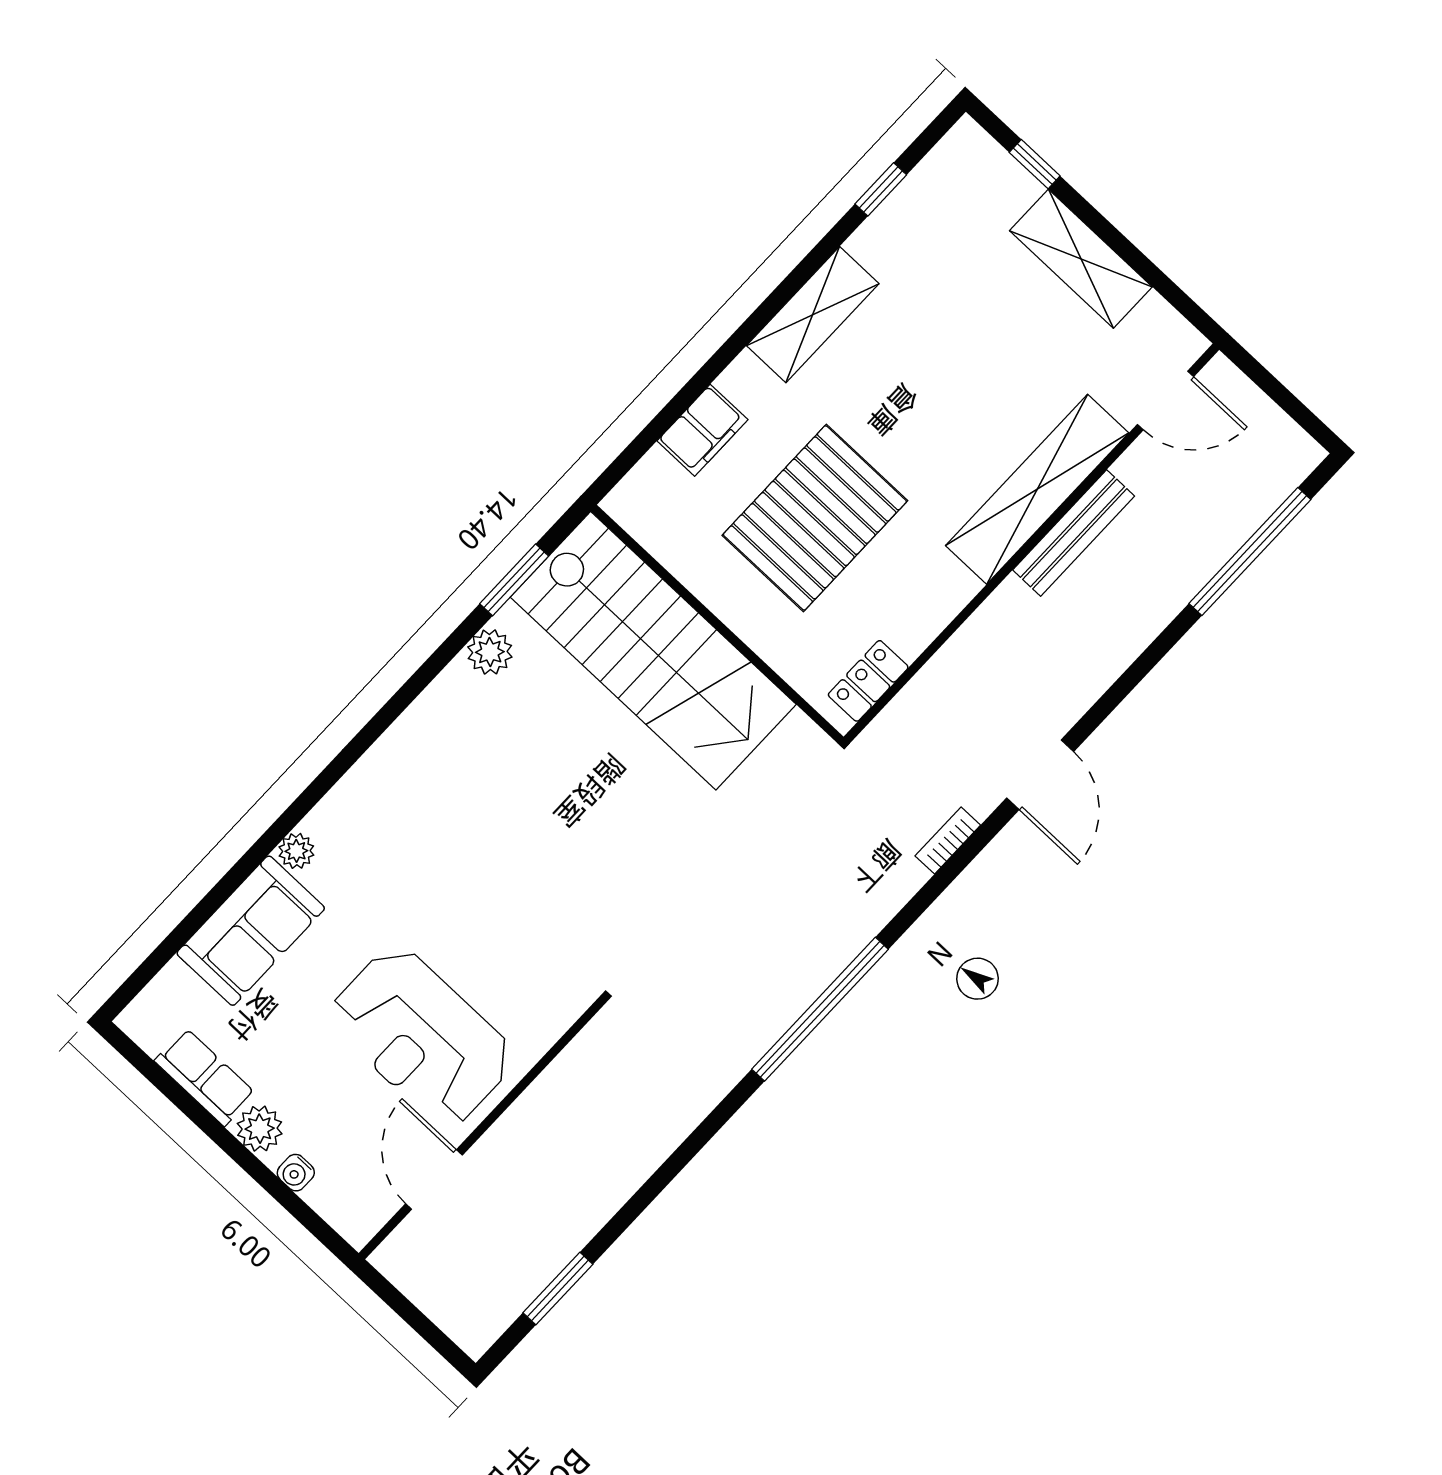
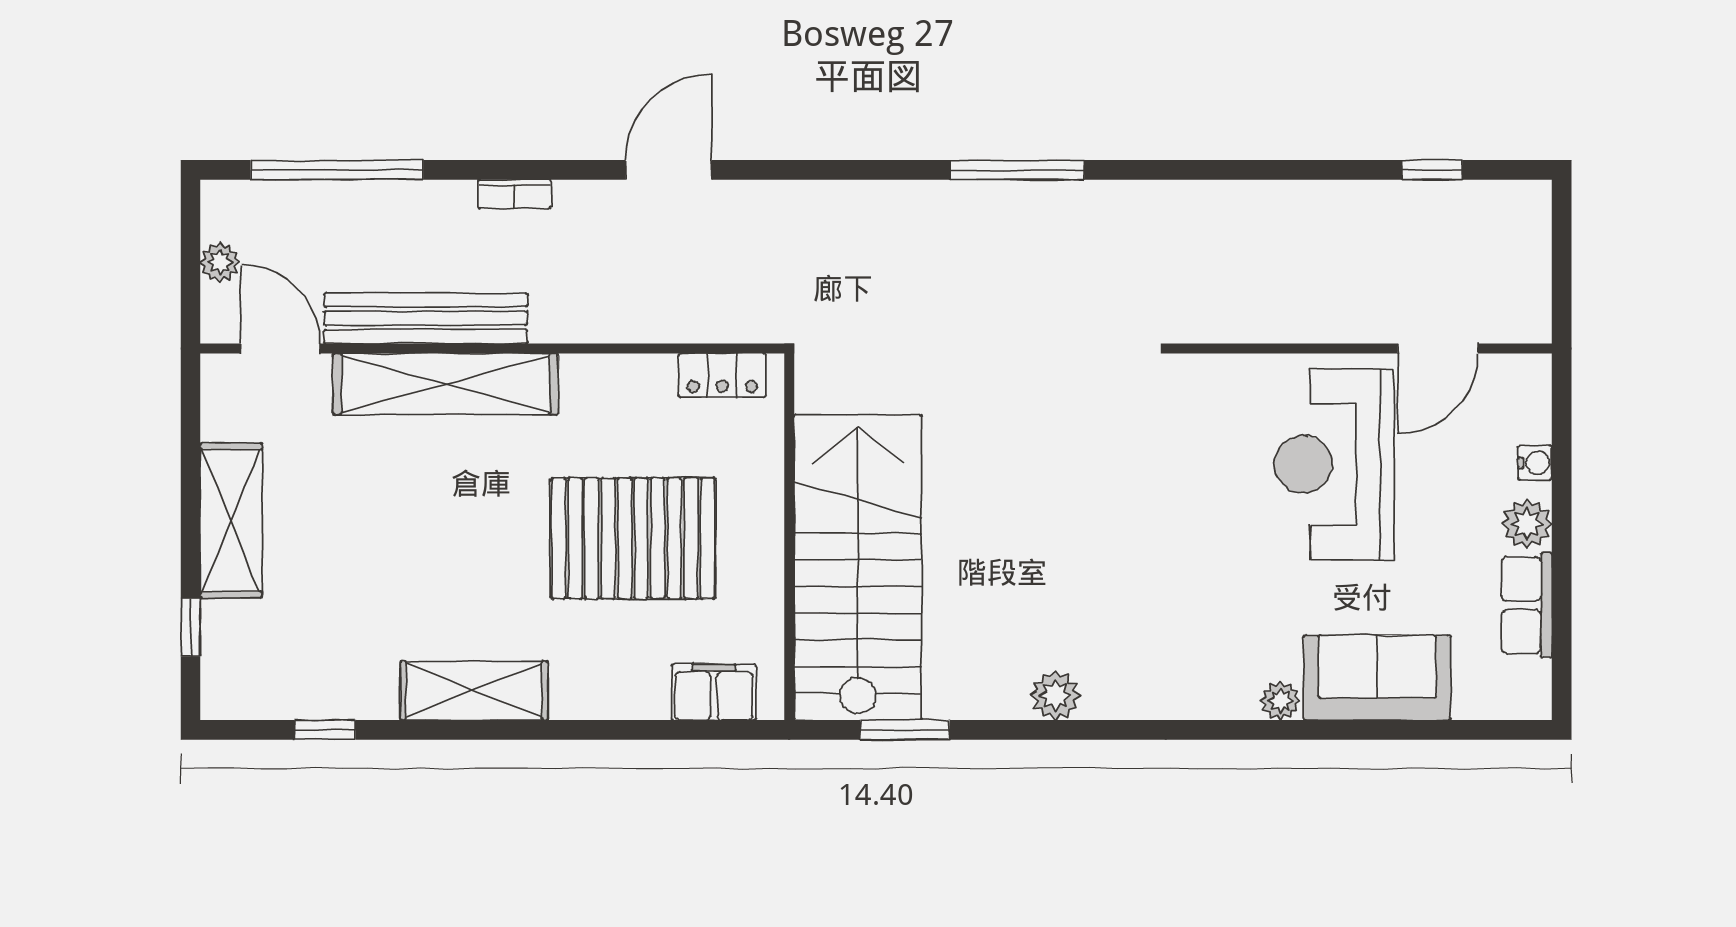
plant: (1262, 414) -> (220, 262), added
filing cabinet: (702, 430) -> (714, 692), moved
bench: (1074, 533) -> (426, 318), width x1.37, depth x1.21
plant: (490, 652) -> (1055, 696), moved
bookcase: (948, 841) -> (514, 194), moved
window: (820, 1009) -> (1017, 170), width x0.68
reception desk: (422, 1037) -> (1334, 464), turned 180
window: (558, 1289) -> (1432, 170), width x0.67

